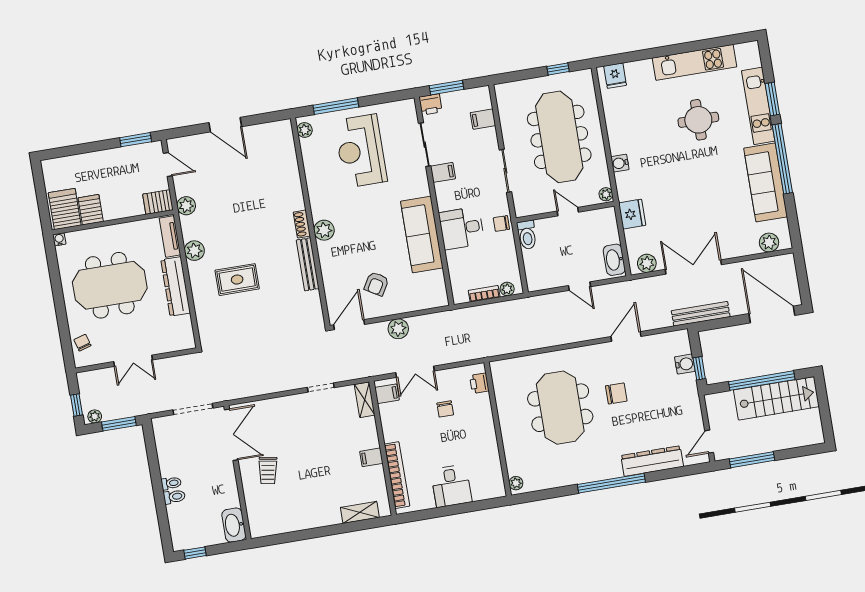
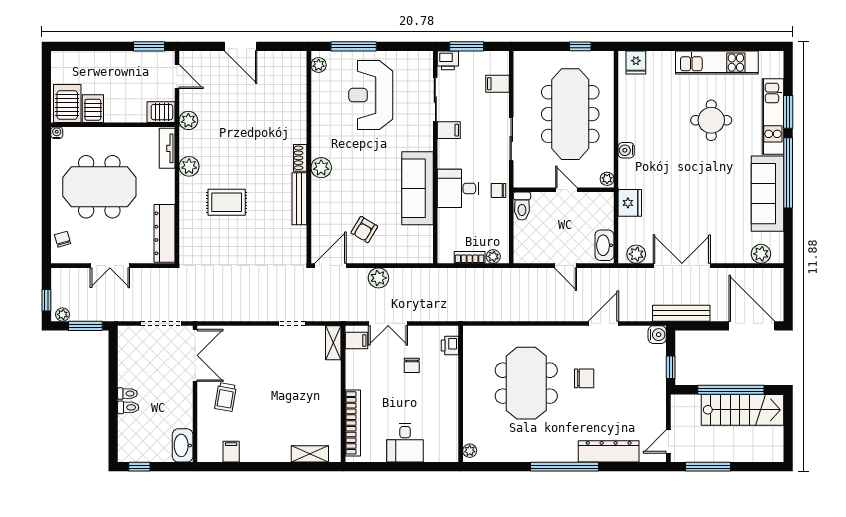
dresser: (176, 286) -> (164, 233), moved
water cooler: (685, 364) -> (657, 335), moved
filing cabinet: (371, 457) -> (231, 452), moved, turned 90

